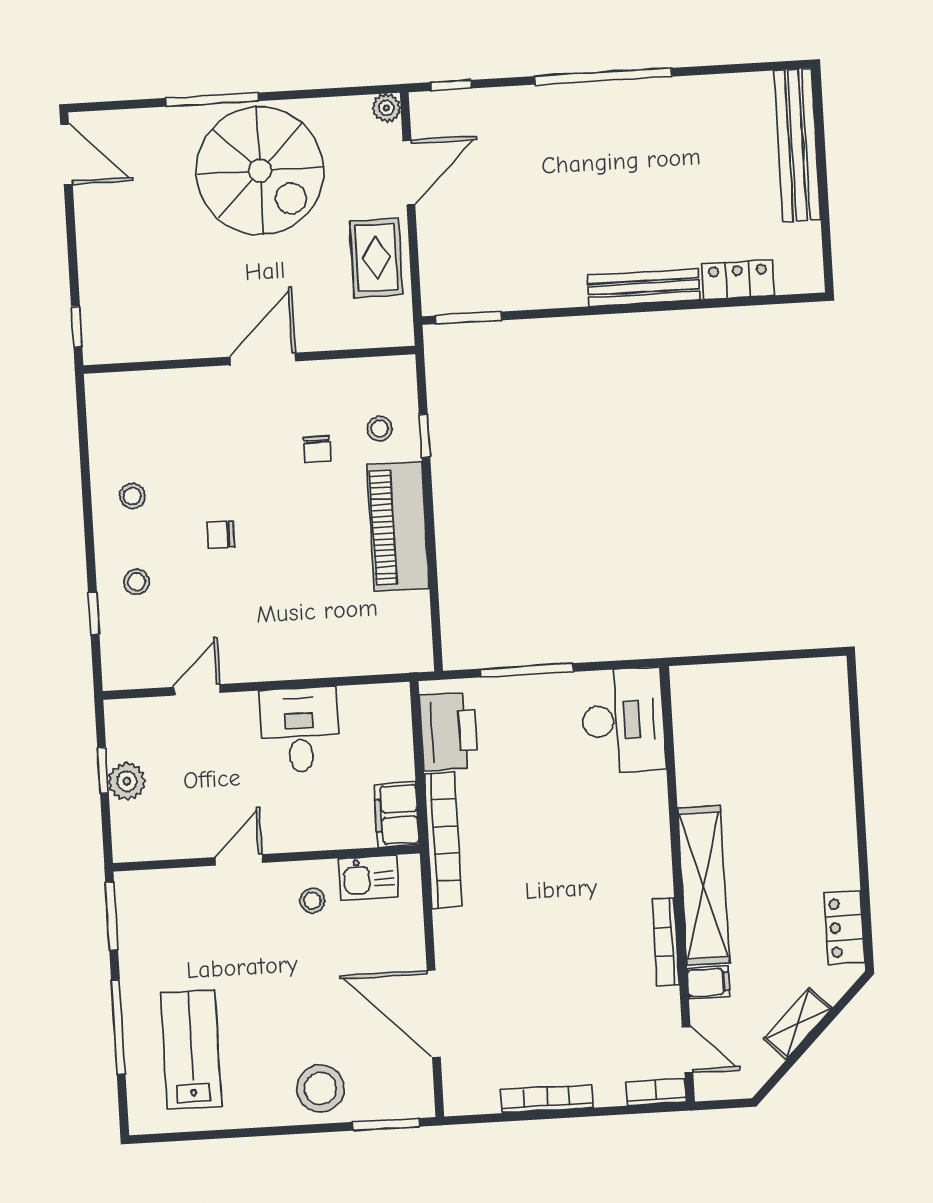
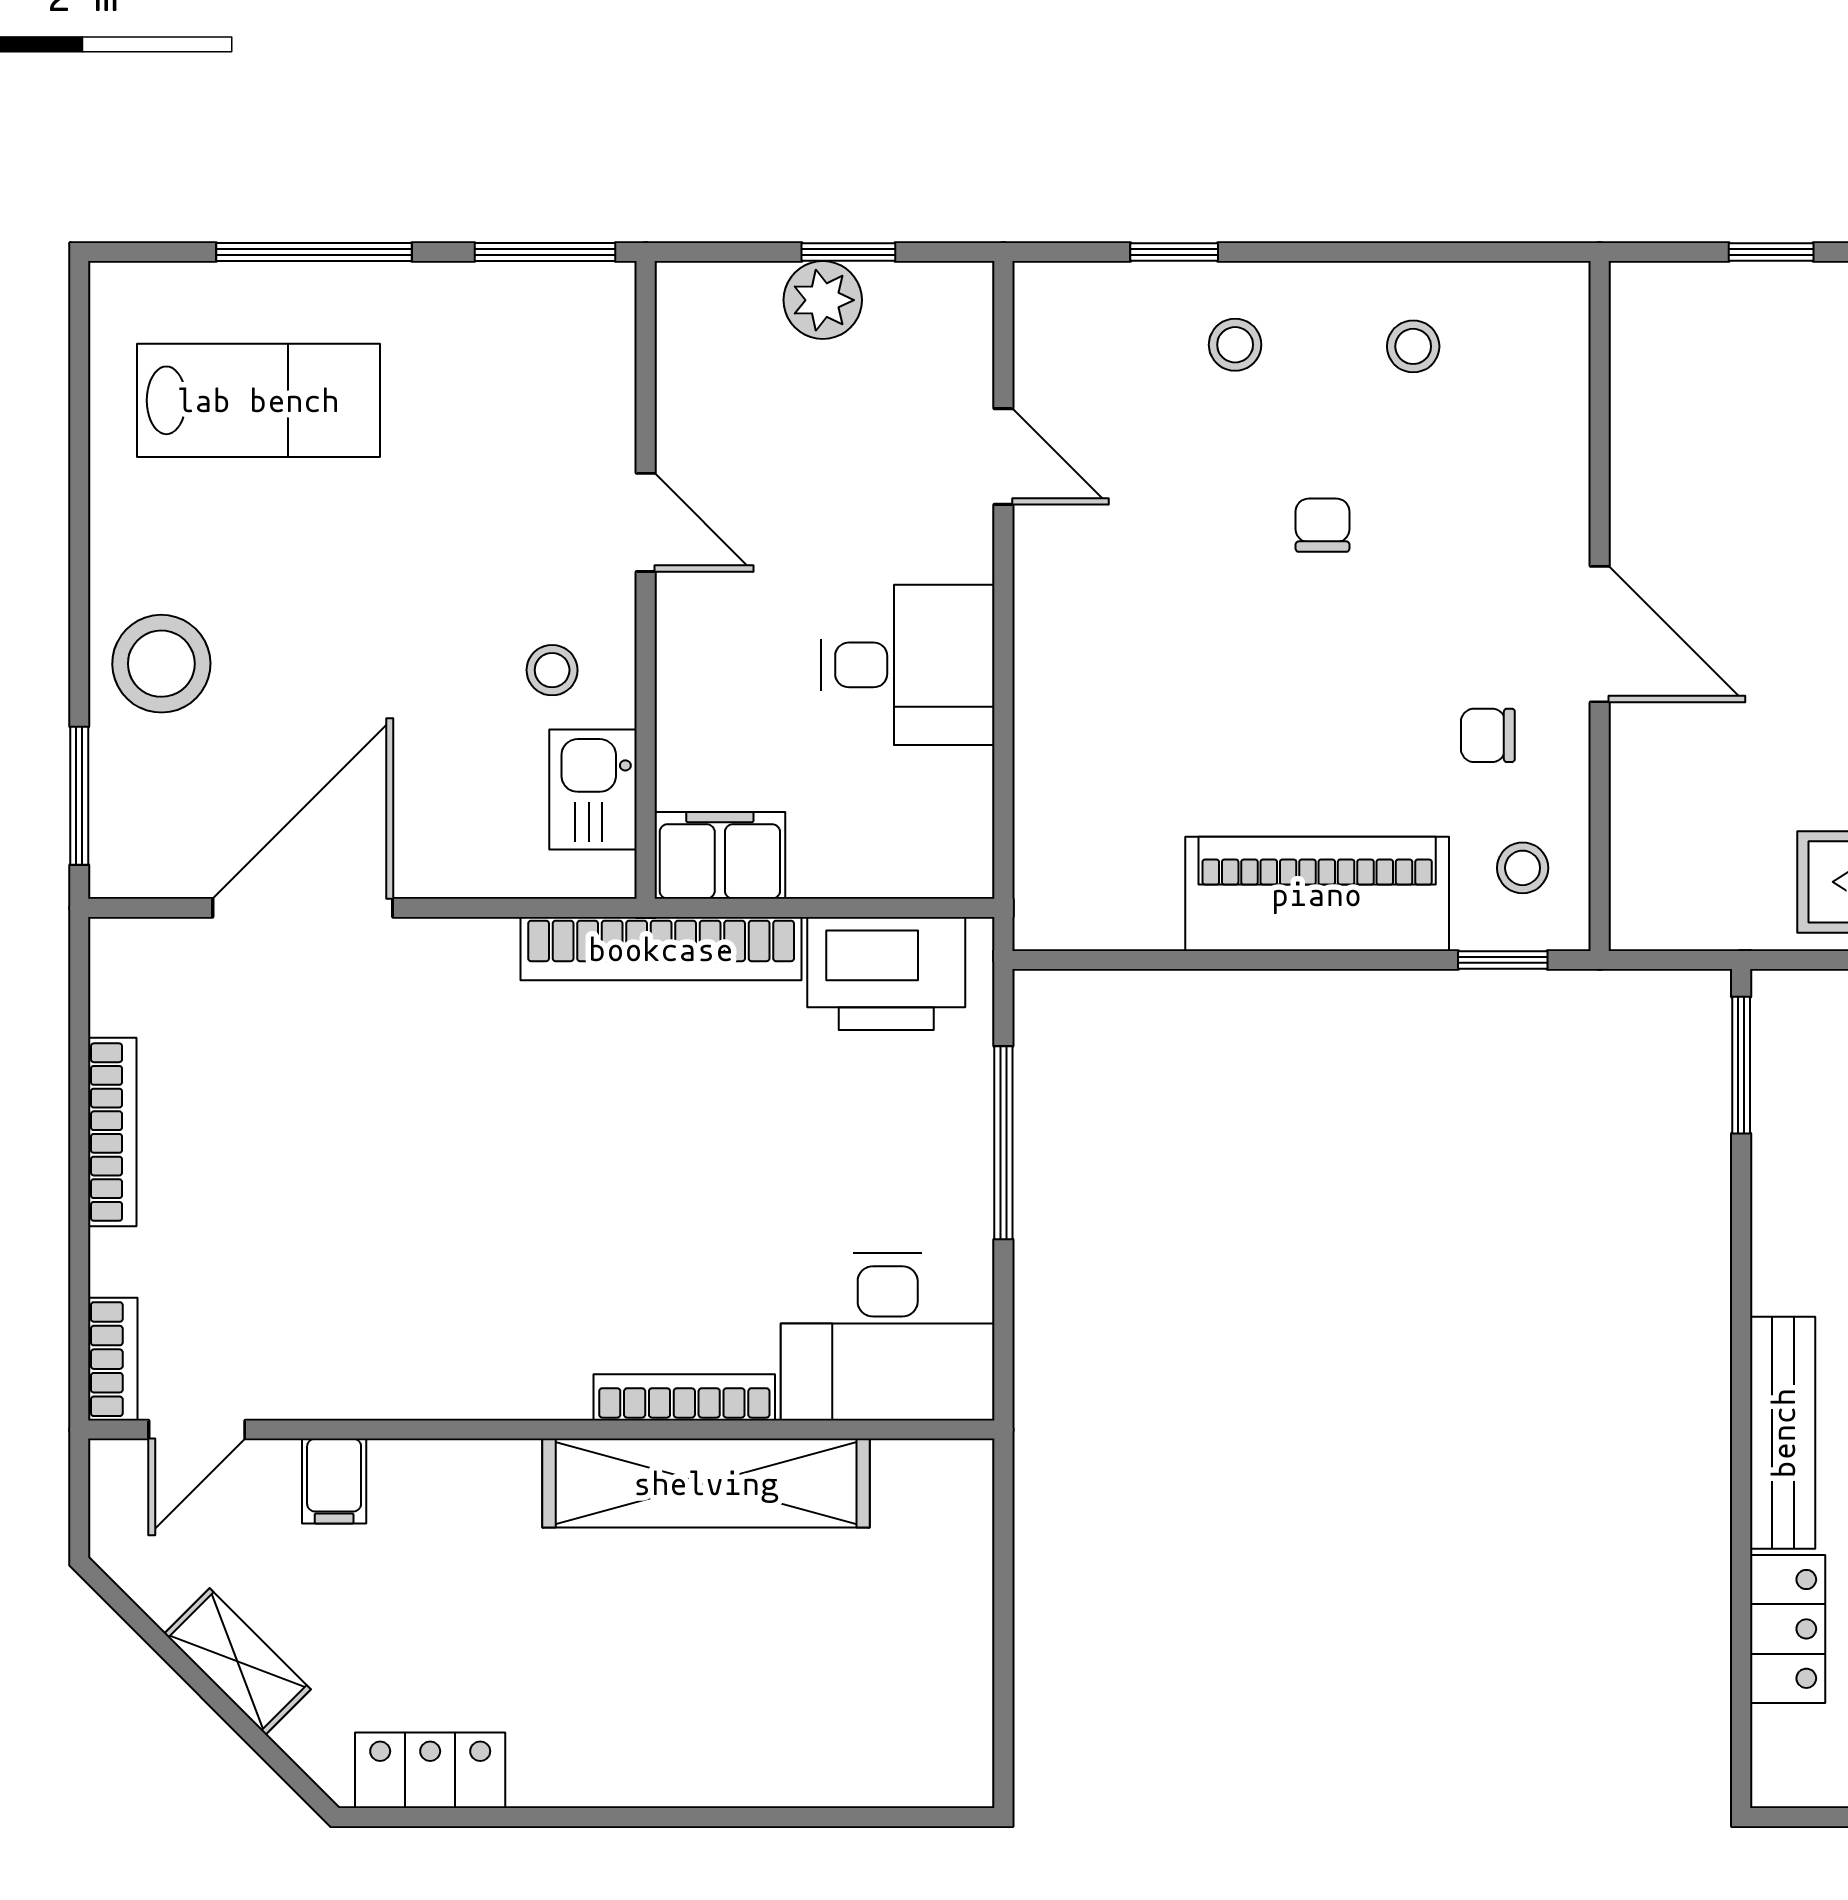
door: (263, 359) -> (1600, 634), moved
wall: (249, 360) -> (1600, 606), moved
shelving: (704, 885) -> (706, 1483), moved
bookcase: (666, 942) -> (684, 1397), moved

